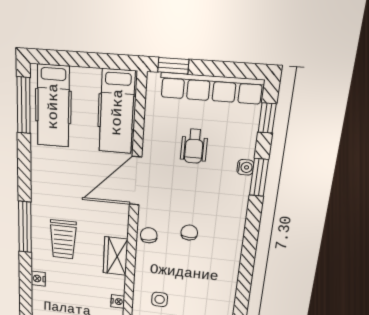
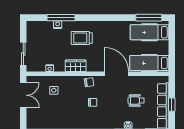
window: (173, 66) -> (172, 105), moved
window: (25, 227) -> (61, 18), moved

